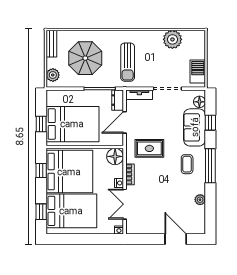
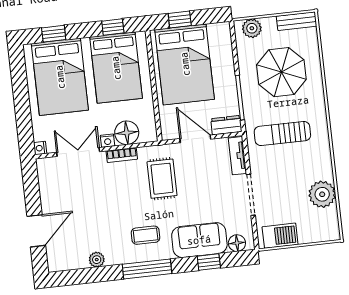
floor lamp: (115, 156) -> (127, 133), moved
bed: (69, 172) -> (116, 68), width x0.73

